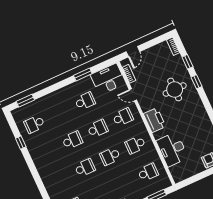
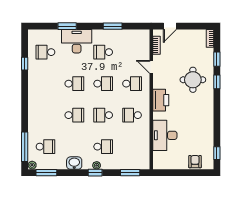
desk: (108, 79) -> (77, 41), moved
window: (25, 101) -> (67, 26), moved
school desk: (85, 101) -> (103, 52), turned 180
school desk: (148, 172) -> (103, 147), moved

